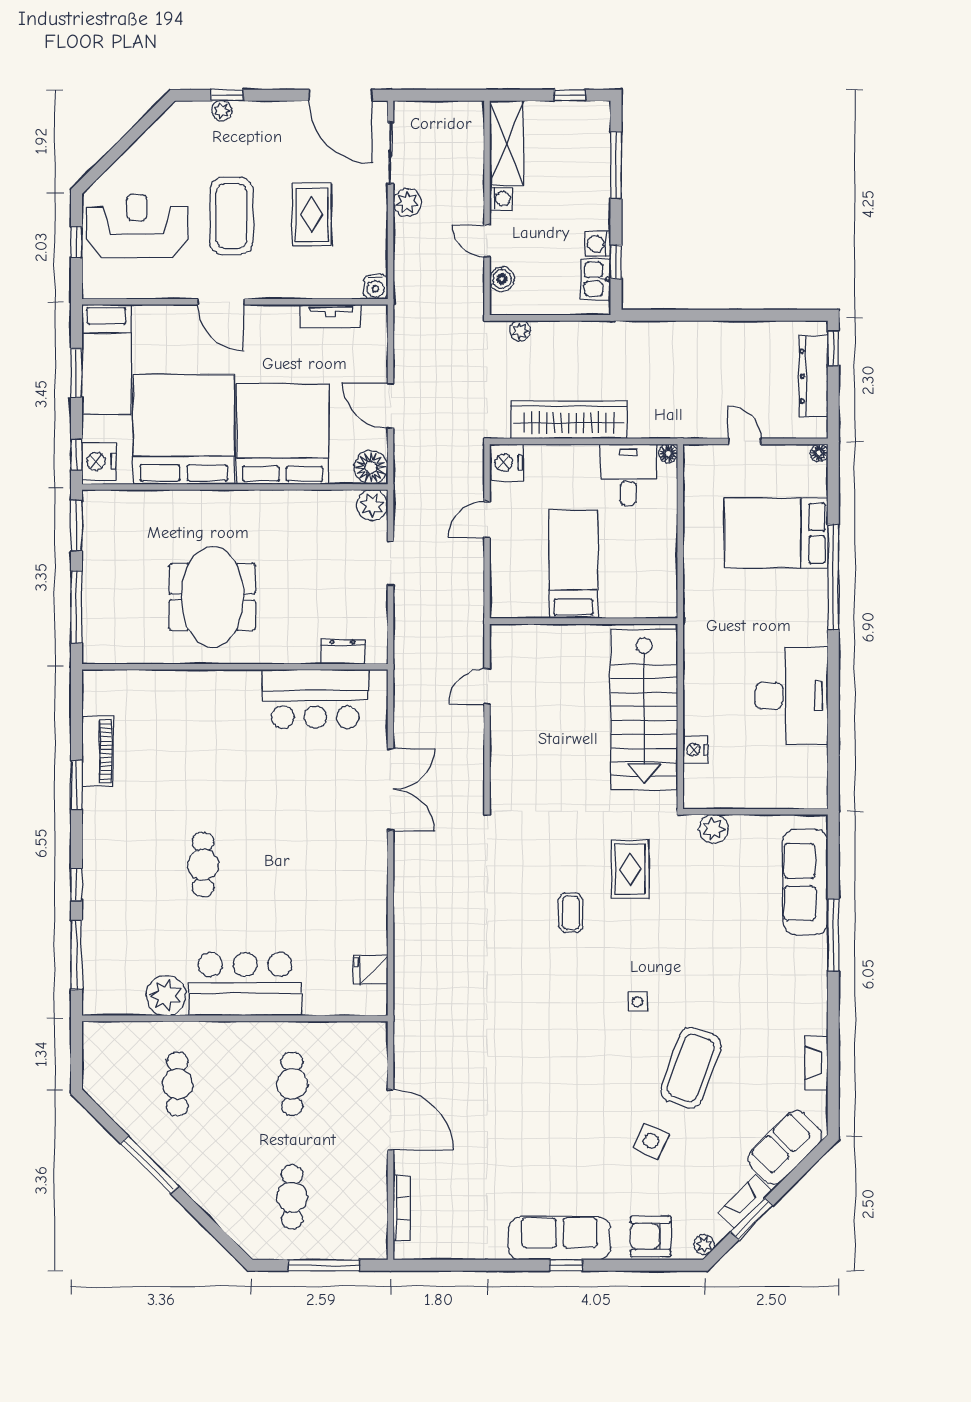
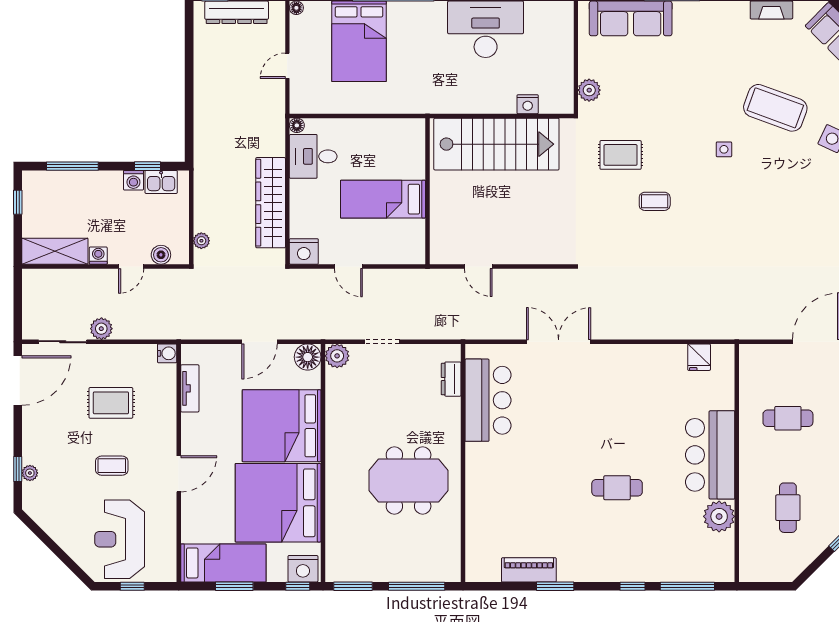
coffee table: (231, 216) -> (112, 466), width x0.54, depth x0.58
cafe table: (177, 1084) -> (788, 508), turned 90

